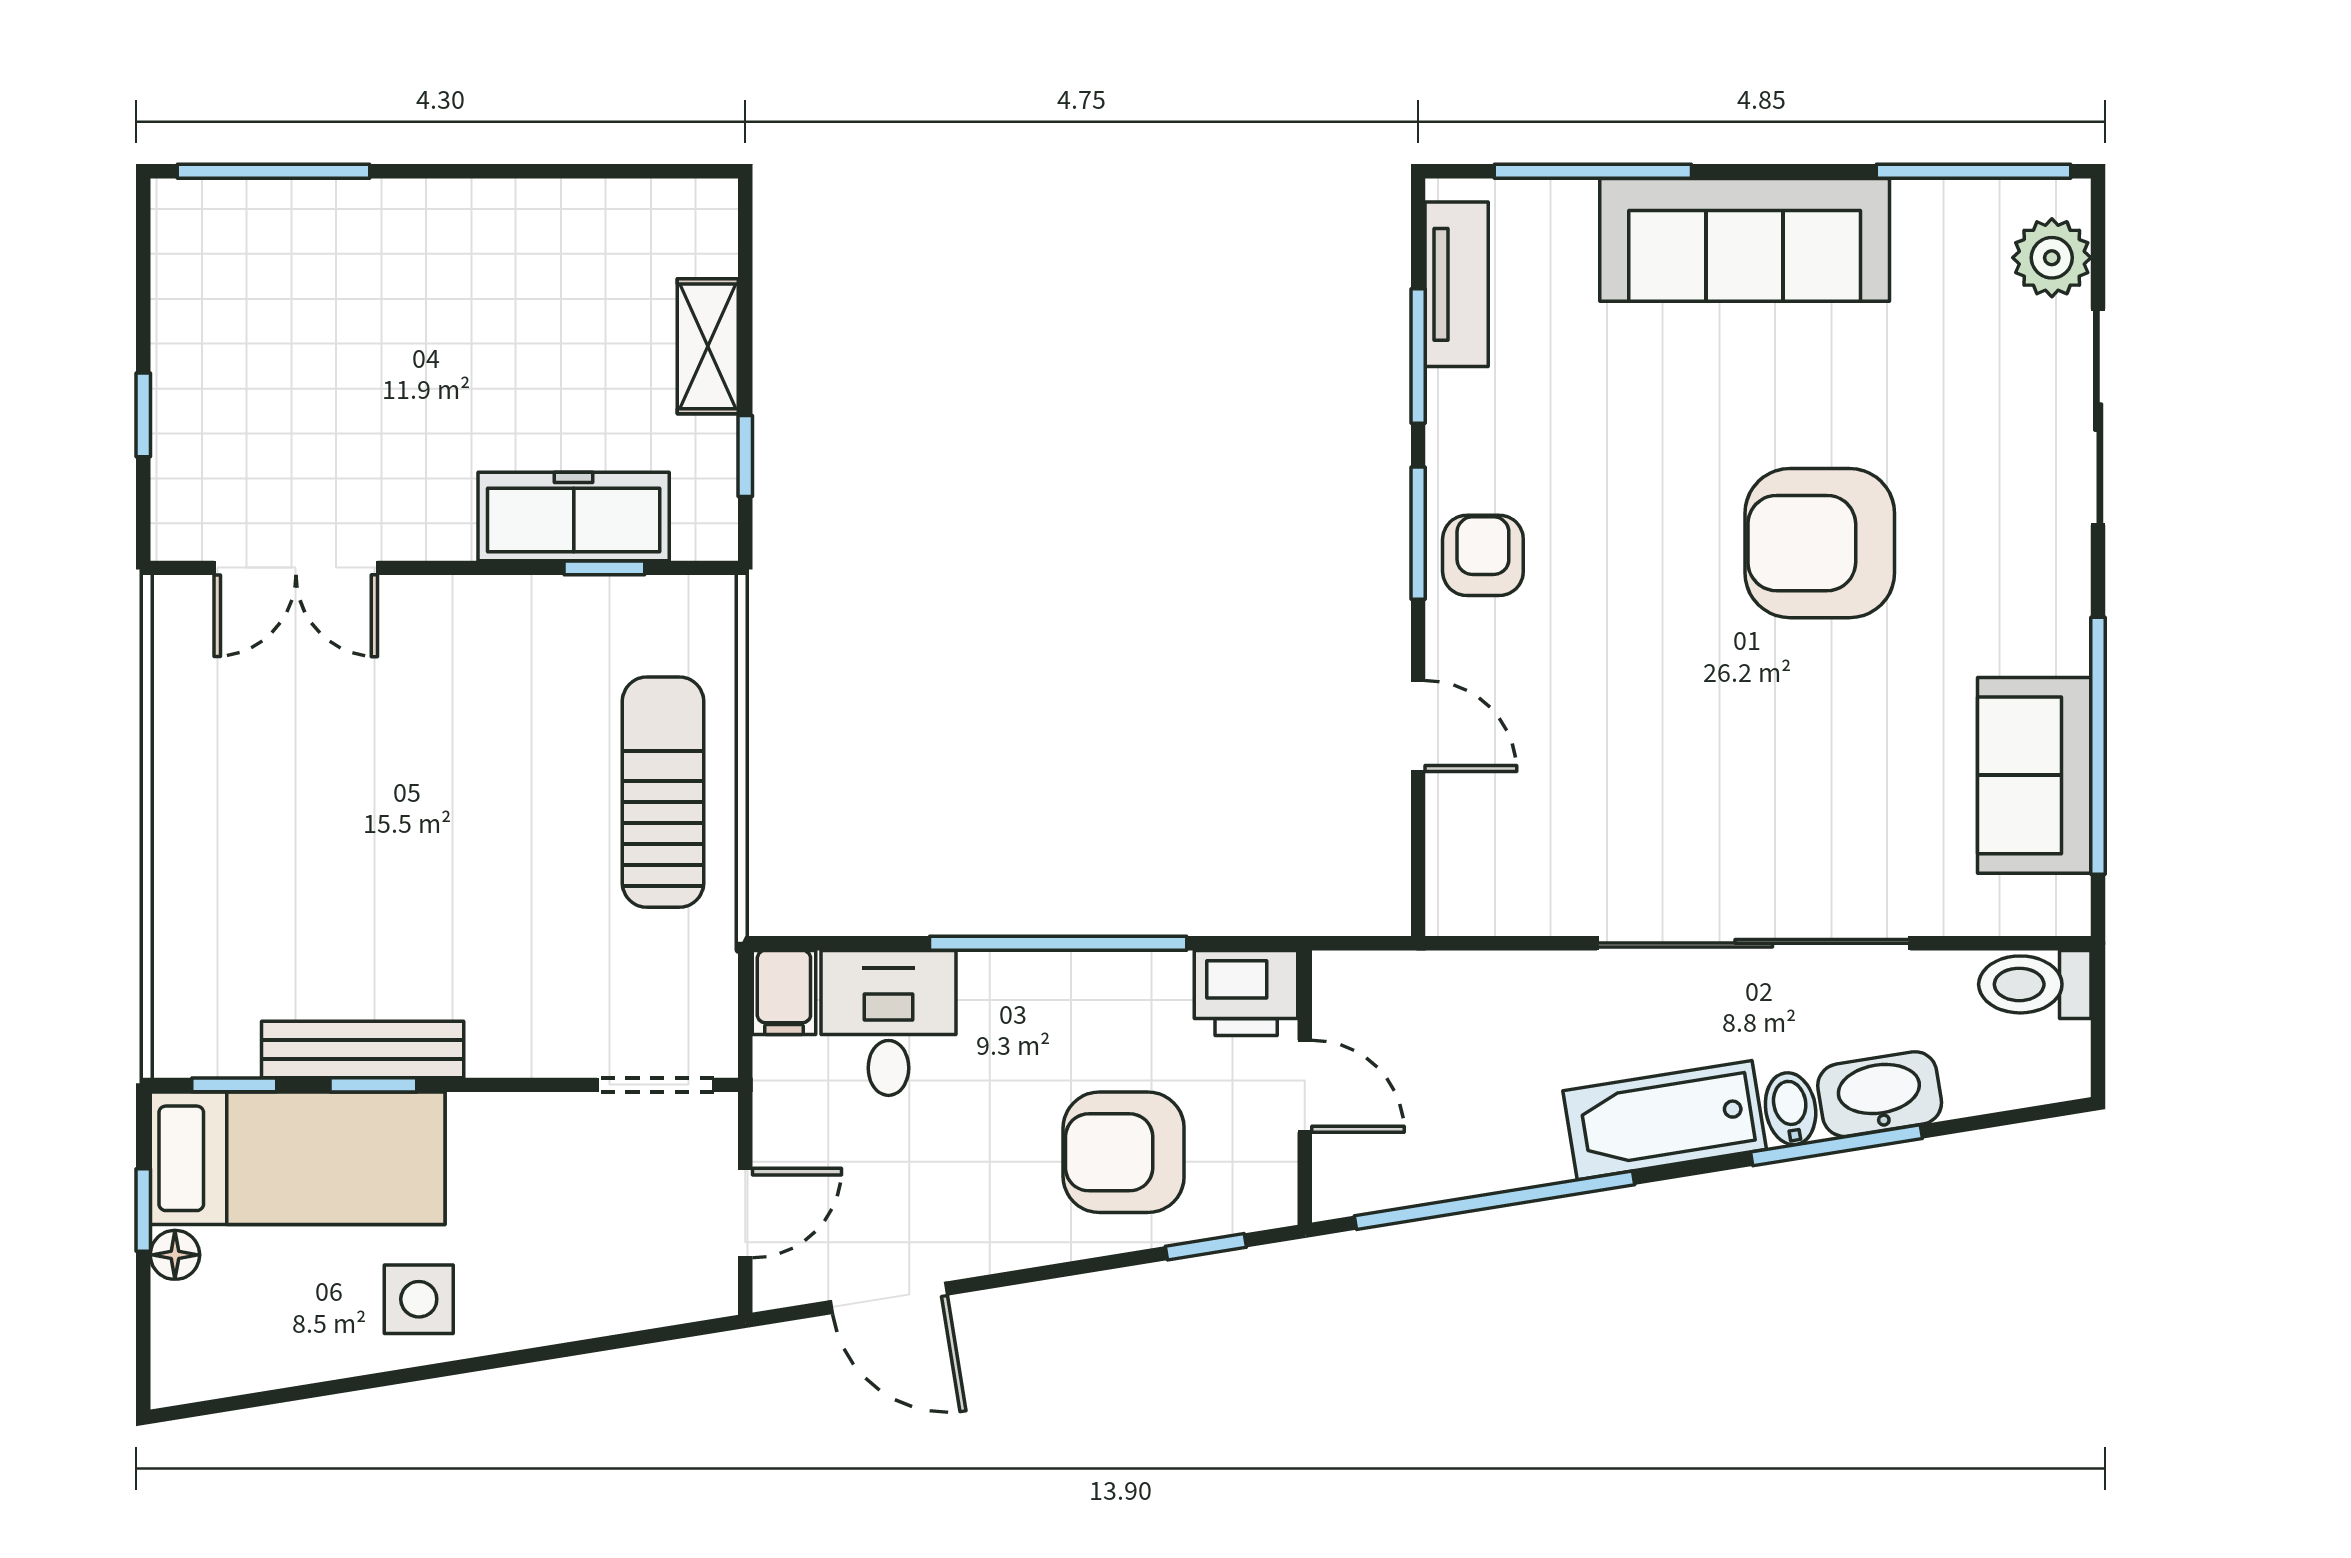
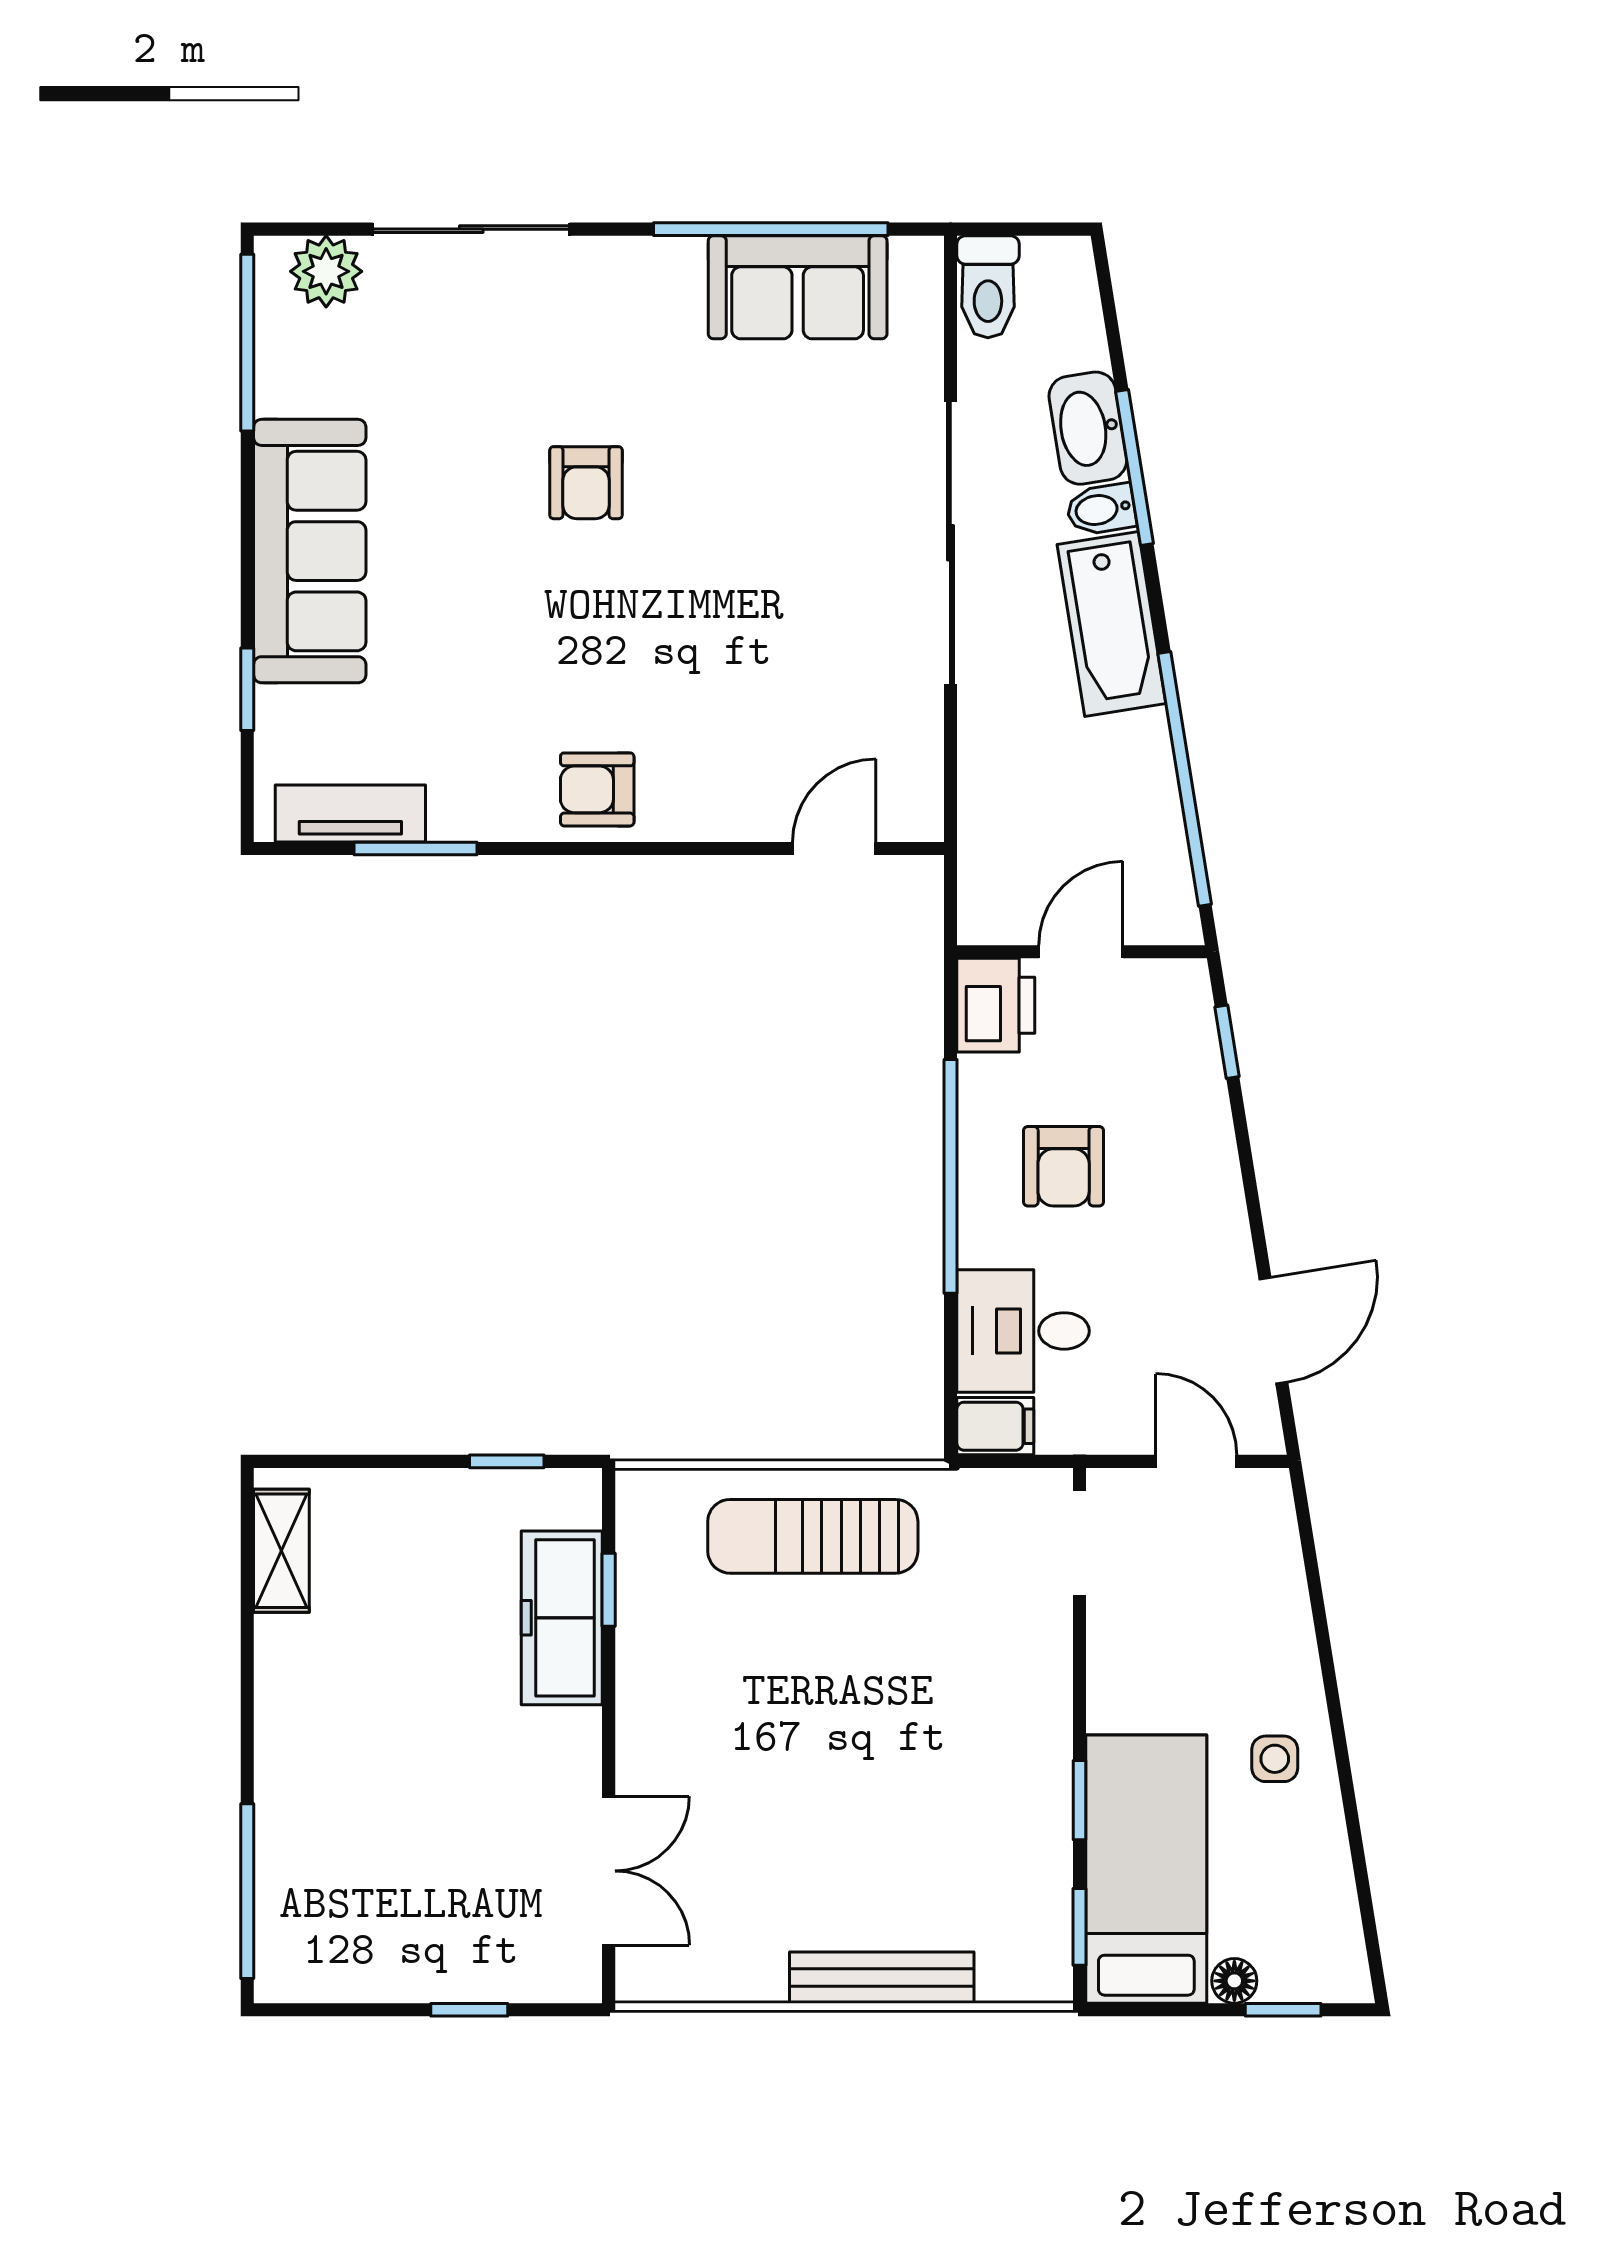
window: (1593, 171) -> (247, 689), width x0.46
shelving: (708, 346) -> (281, 1551), moved, turned 90
window: (1418, 533) -> (577, 849), removed
armchair: (1820, 543) -> (586, 483), width x0.53, depth x0.53
door: (1418, 726) -> (834, 849), moved
bench: (363, 1050) -> (882, 1978), moved, turned 90
armchair: (1124, 1152) -> (1064, 1166), moved, width x0.72, depth x0.72
window: (143, 1210) -> (1283, 2010), moved
side table: (419, 1299) -> (1275, 1759), width x0.73, depth x0.73

